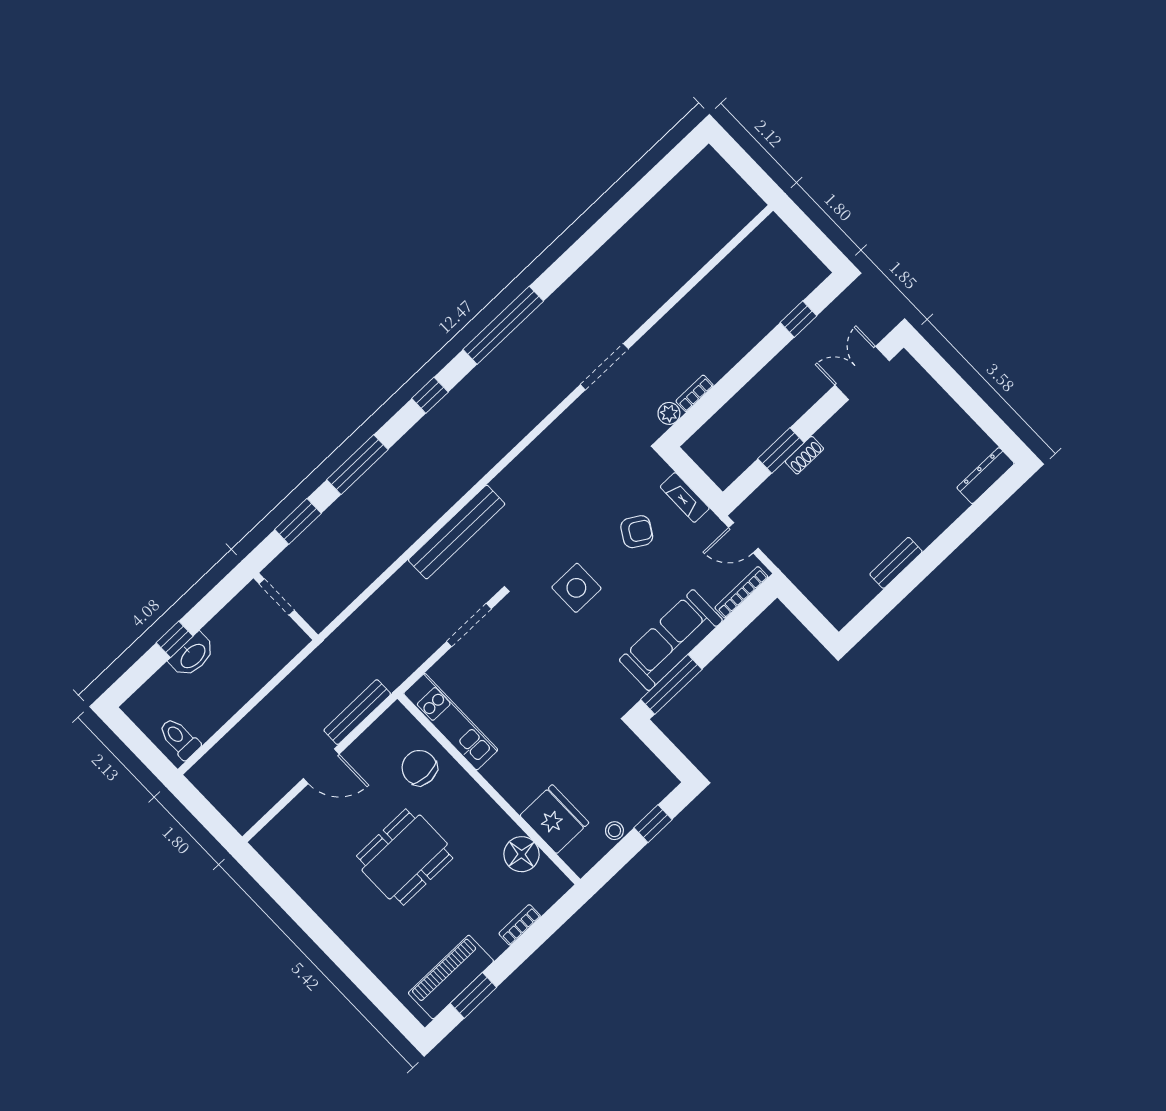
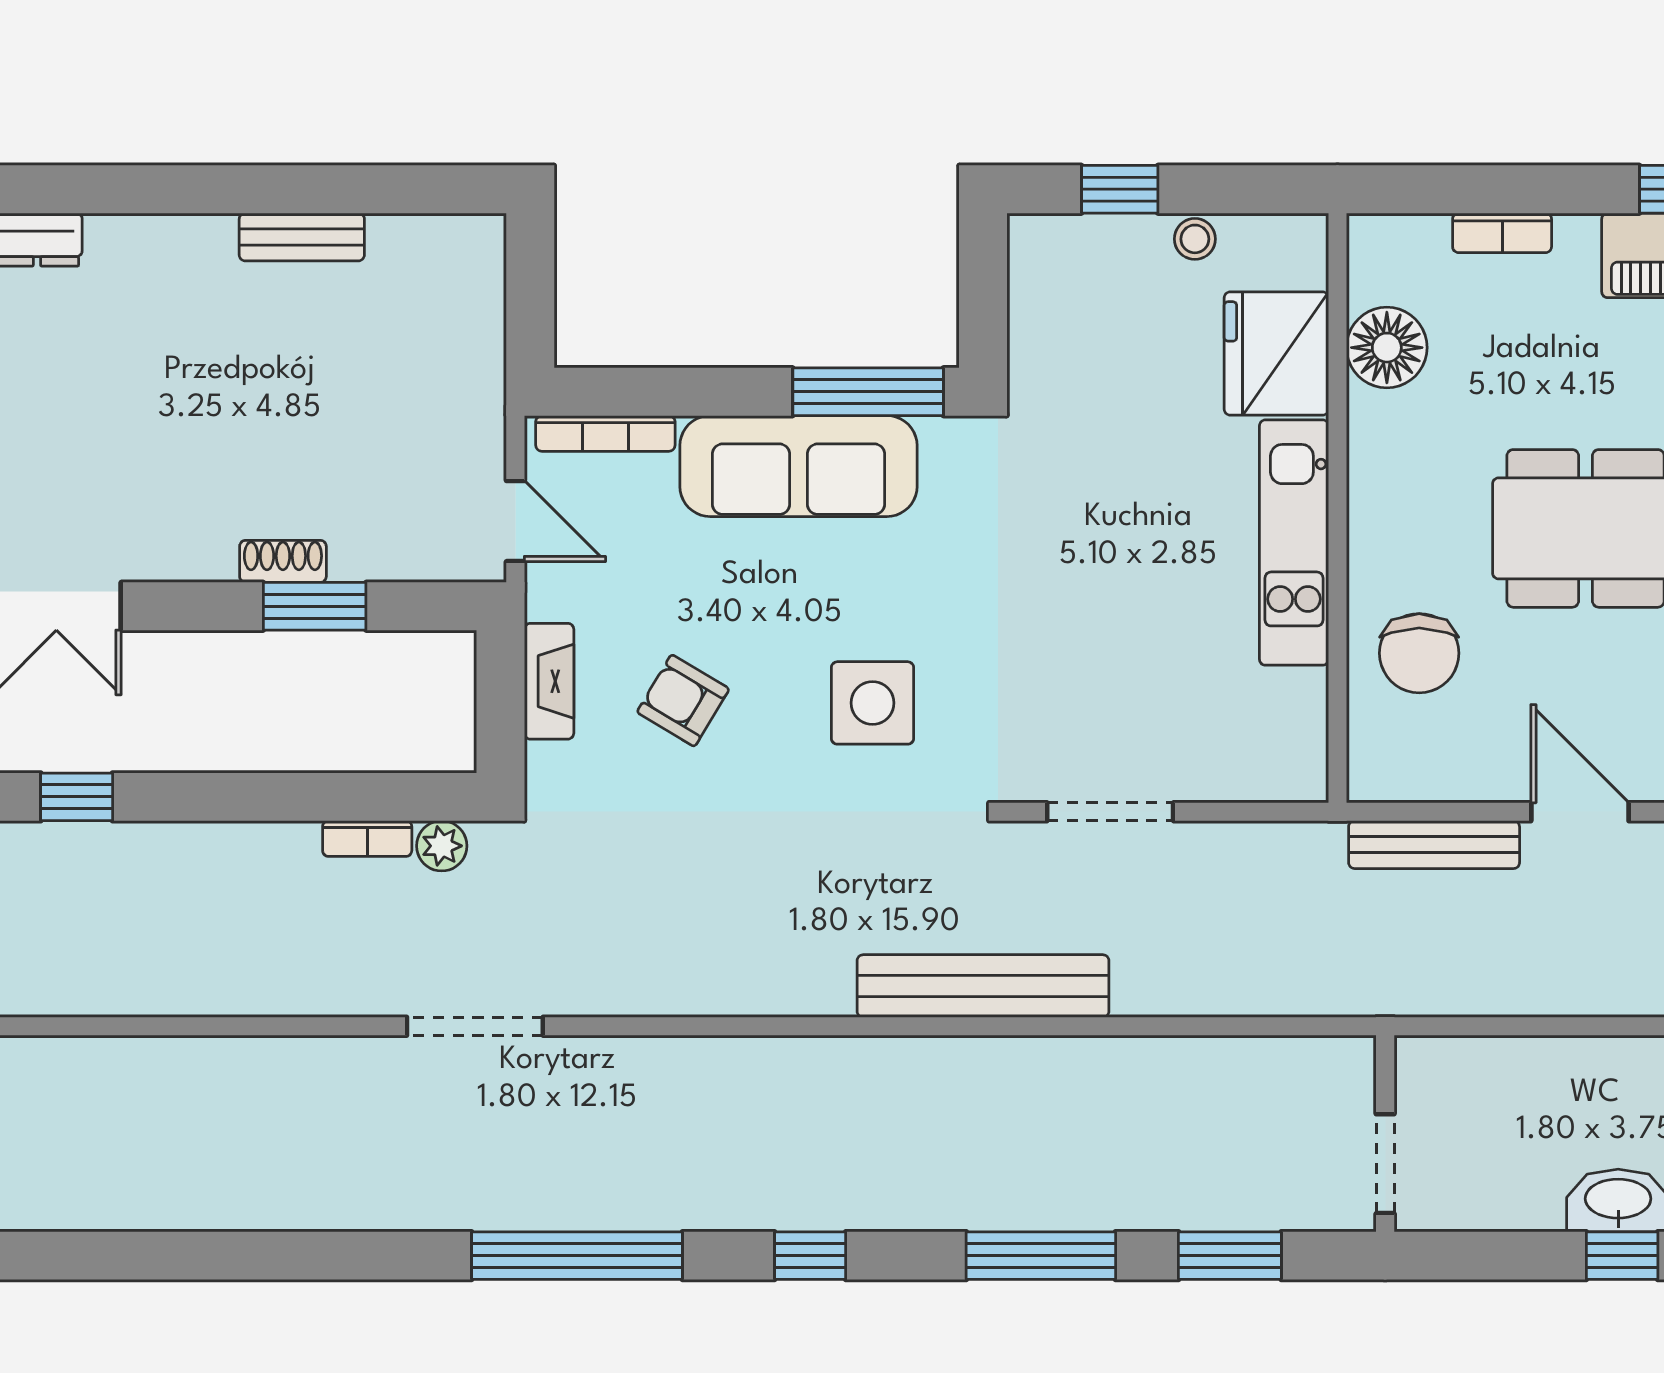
kitchen unit: (451, 722) -> (1294, 543), moved

